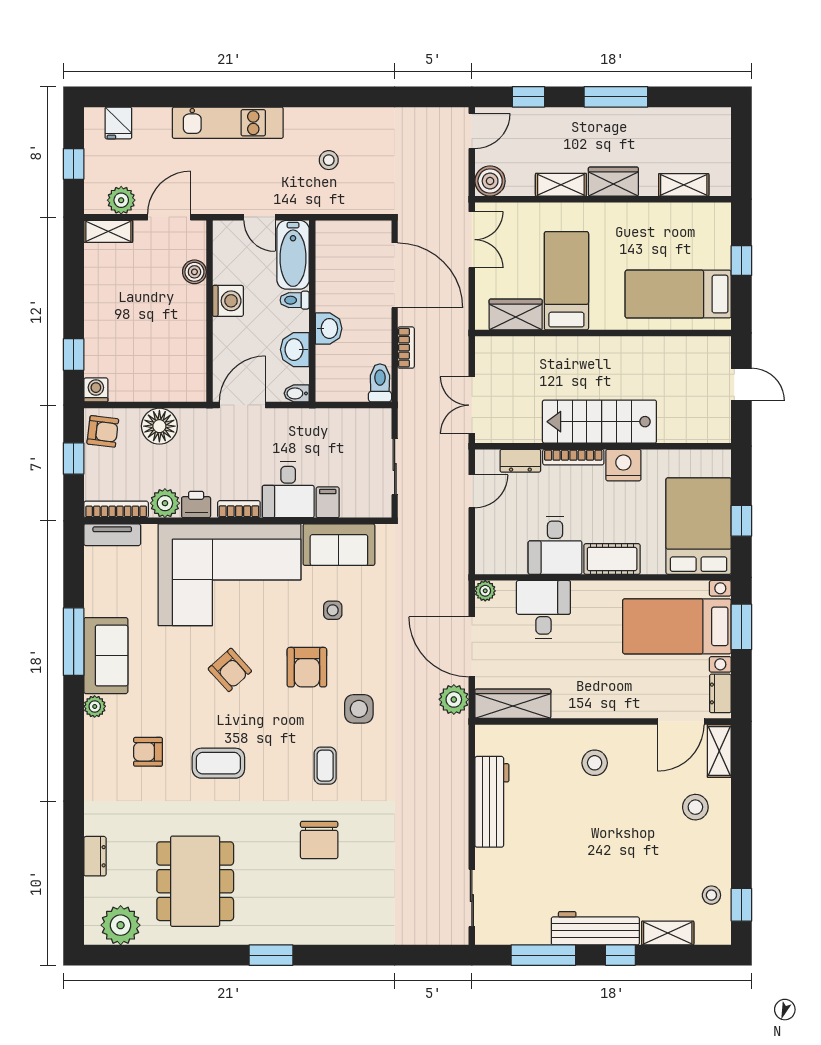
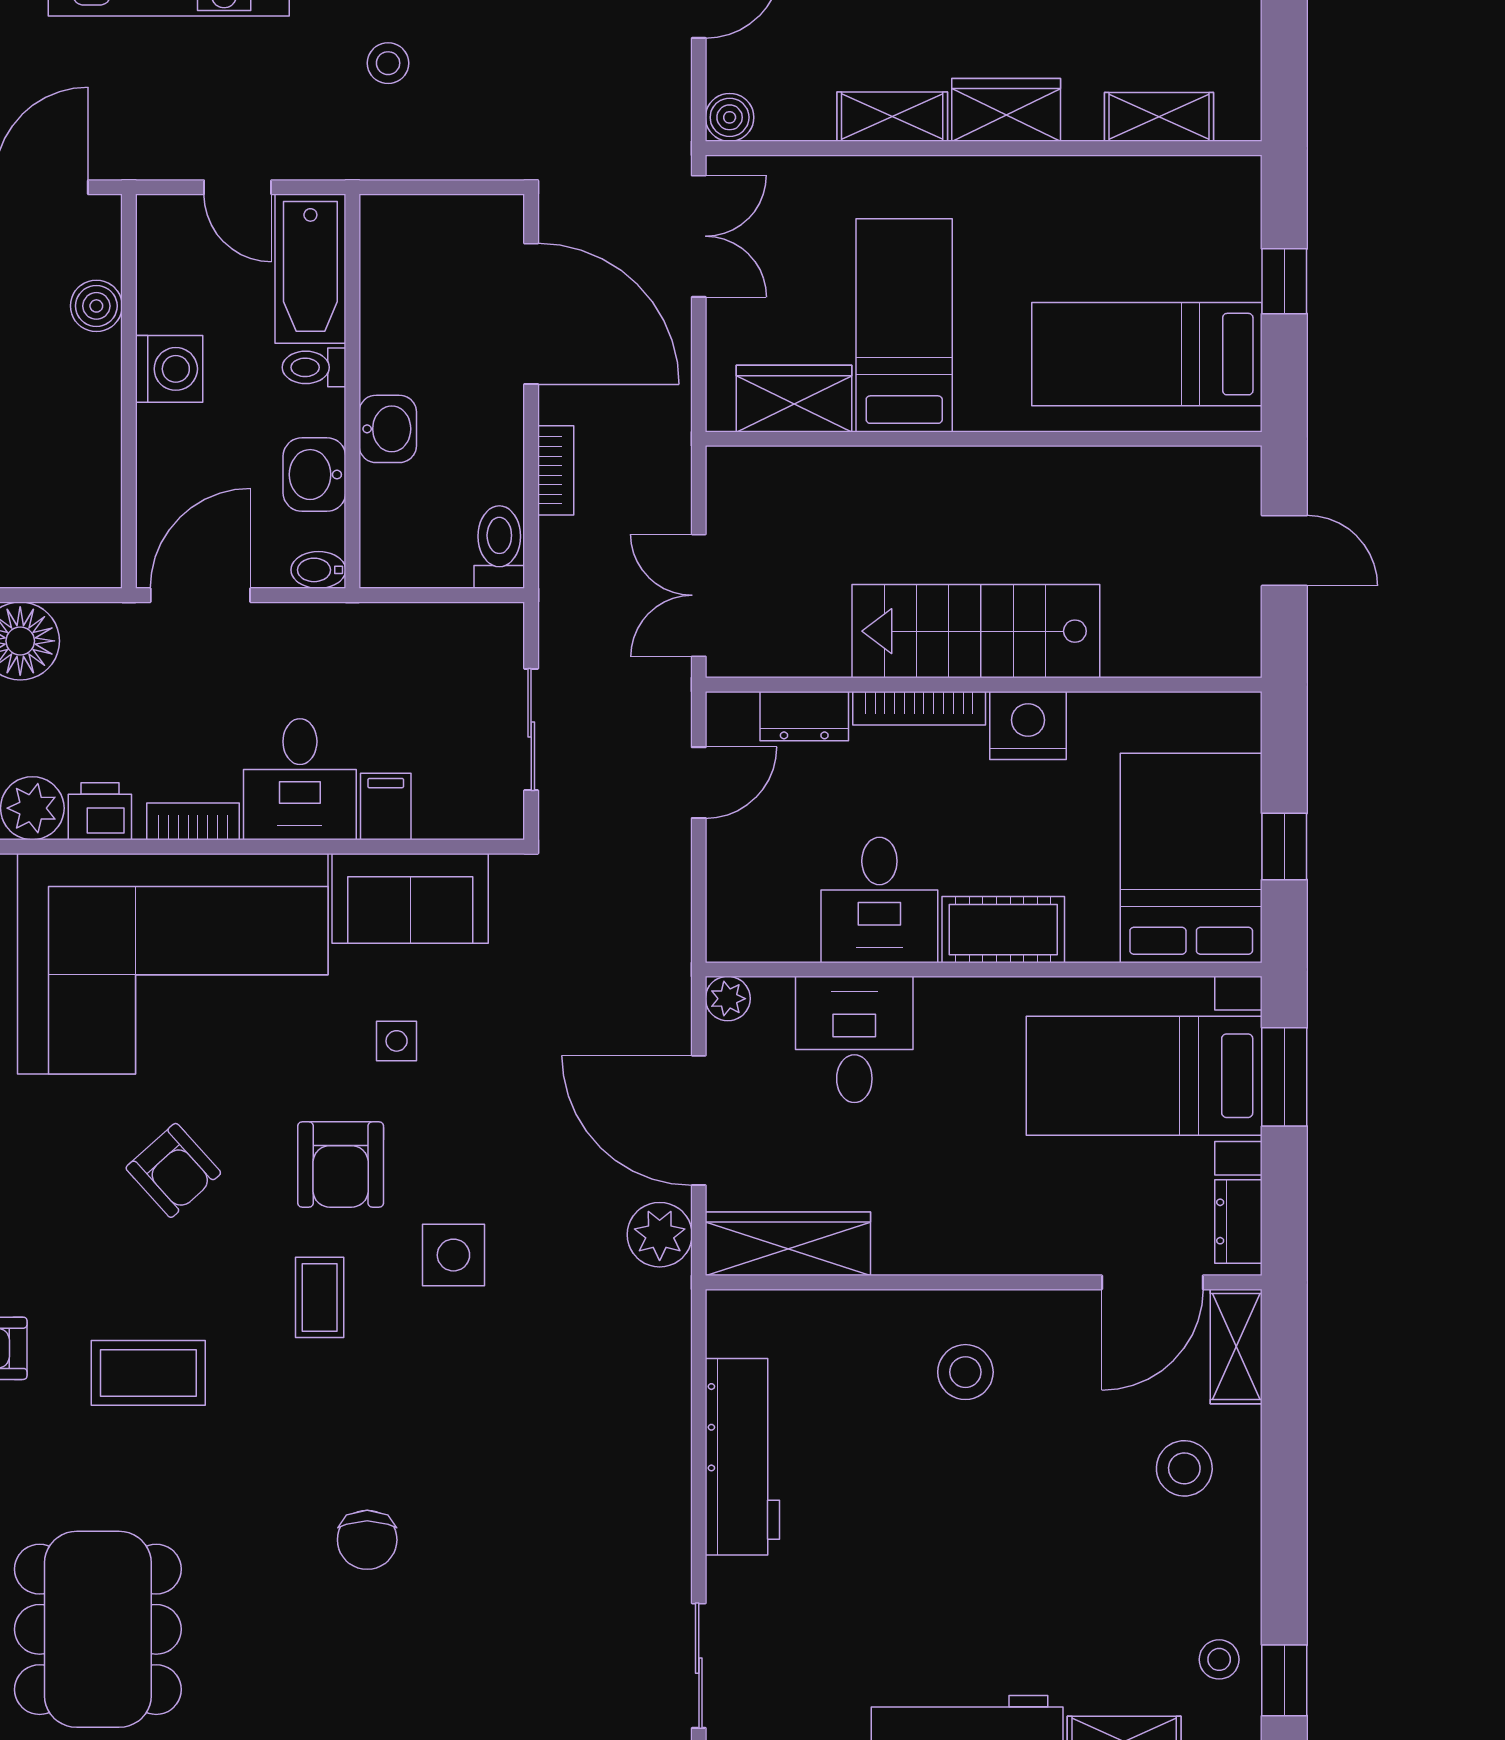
boiler: (490, 181) -> (730, 117), width x0.73, depth x0.73
coffee table: (325, 766) -> (320, 1297), moved
chair: (319, 840) -> (367, 1540), width x0.73, depth x0.73

